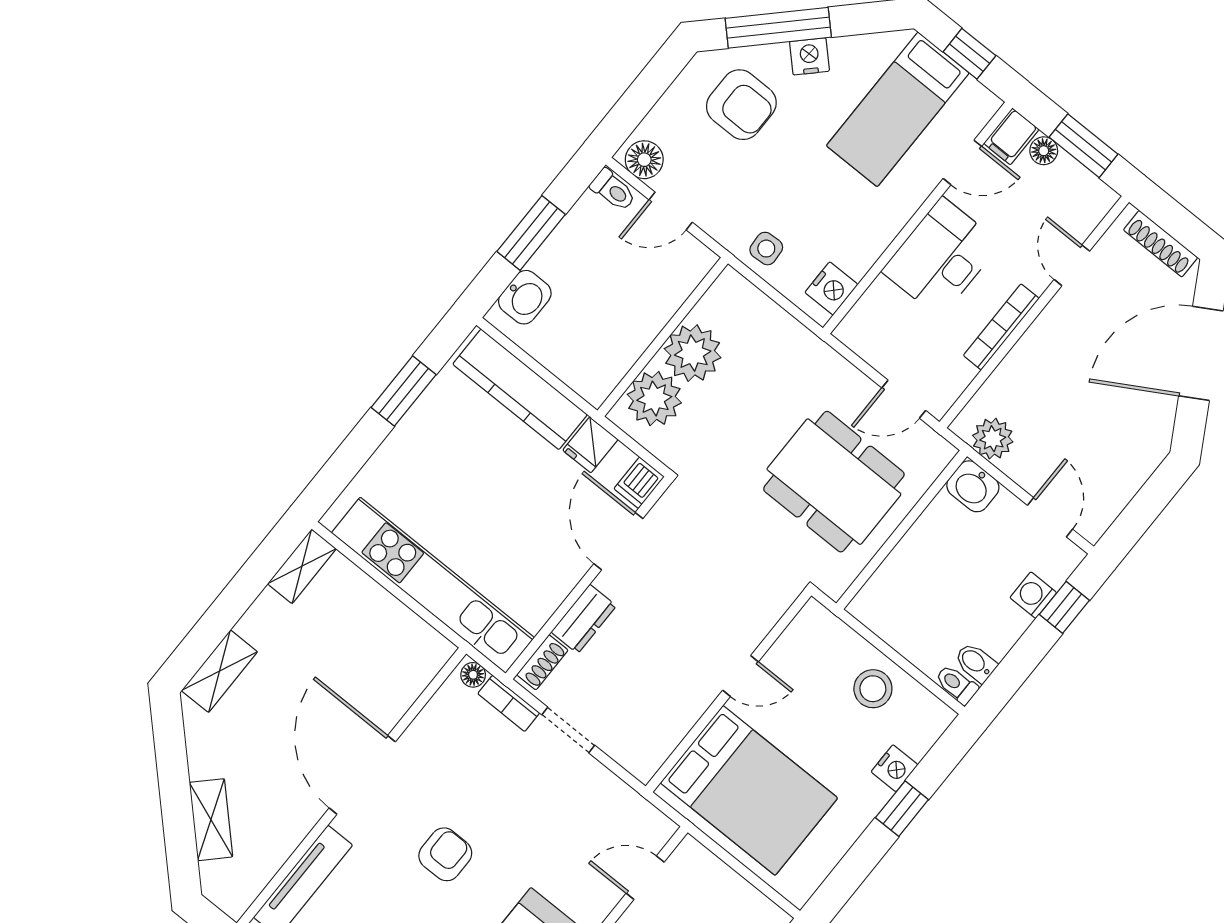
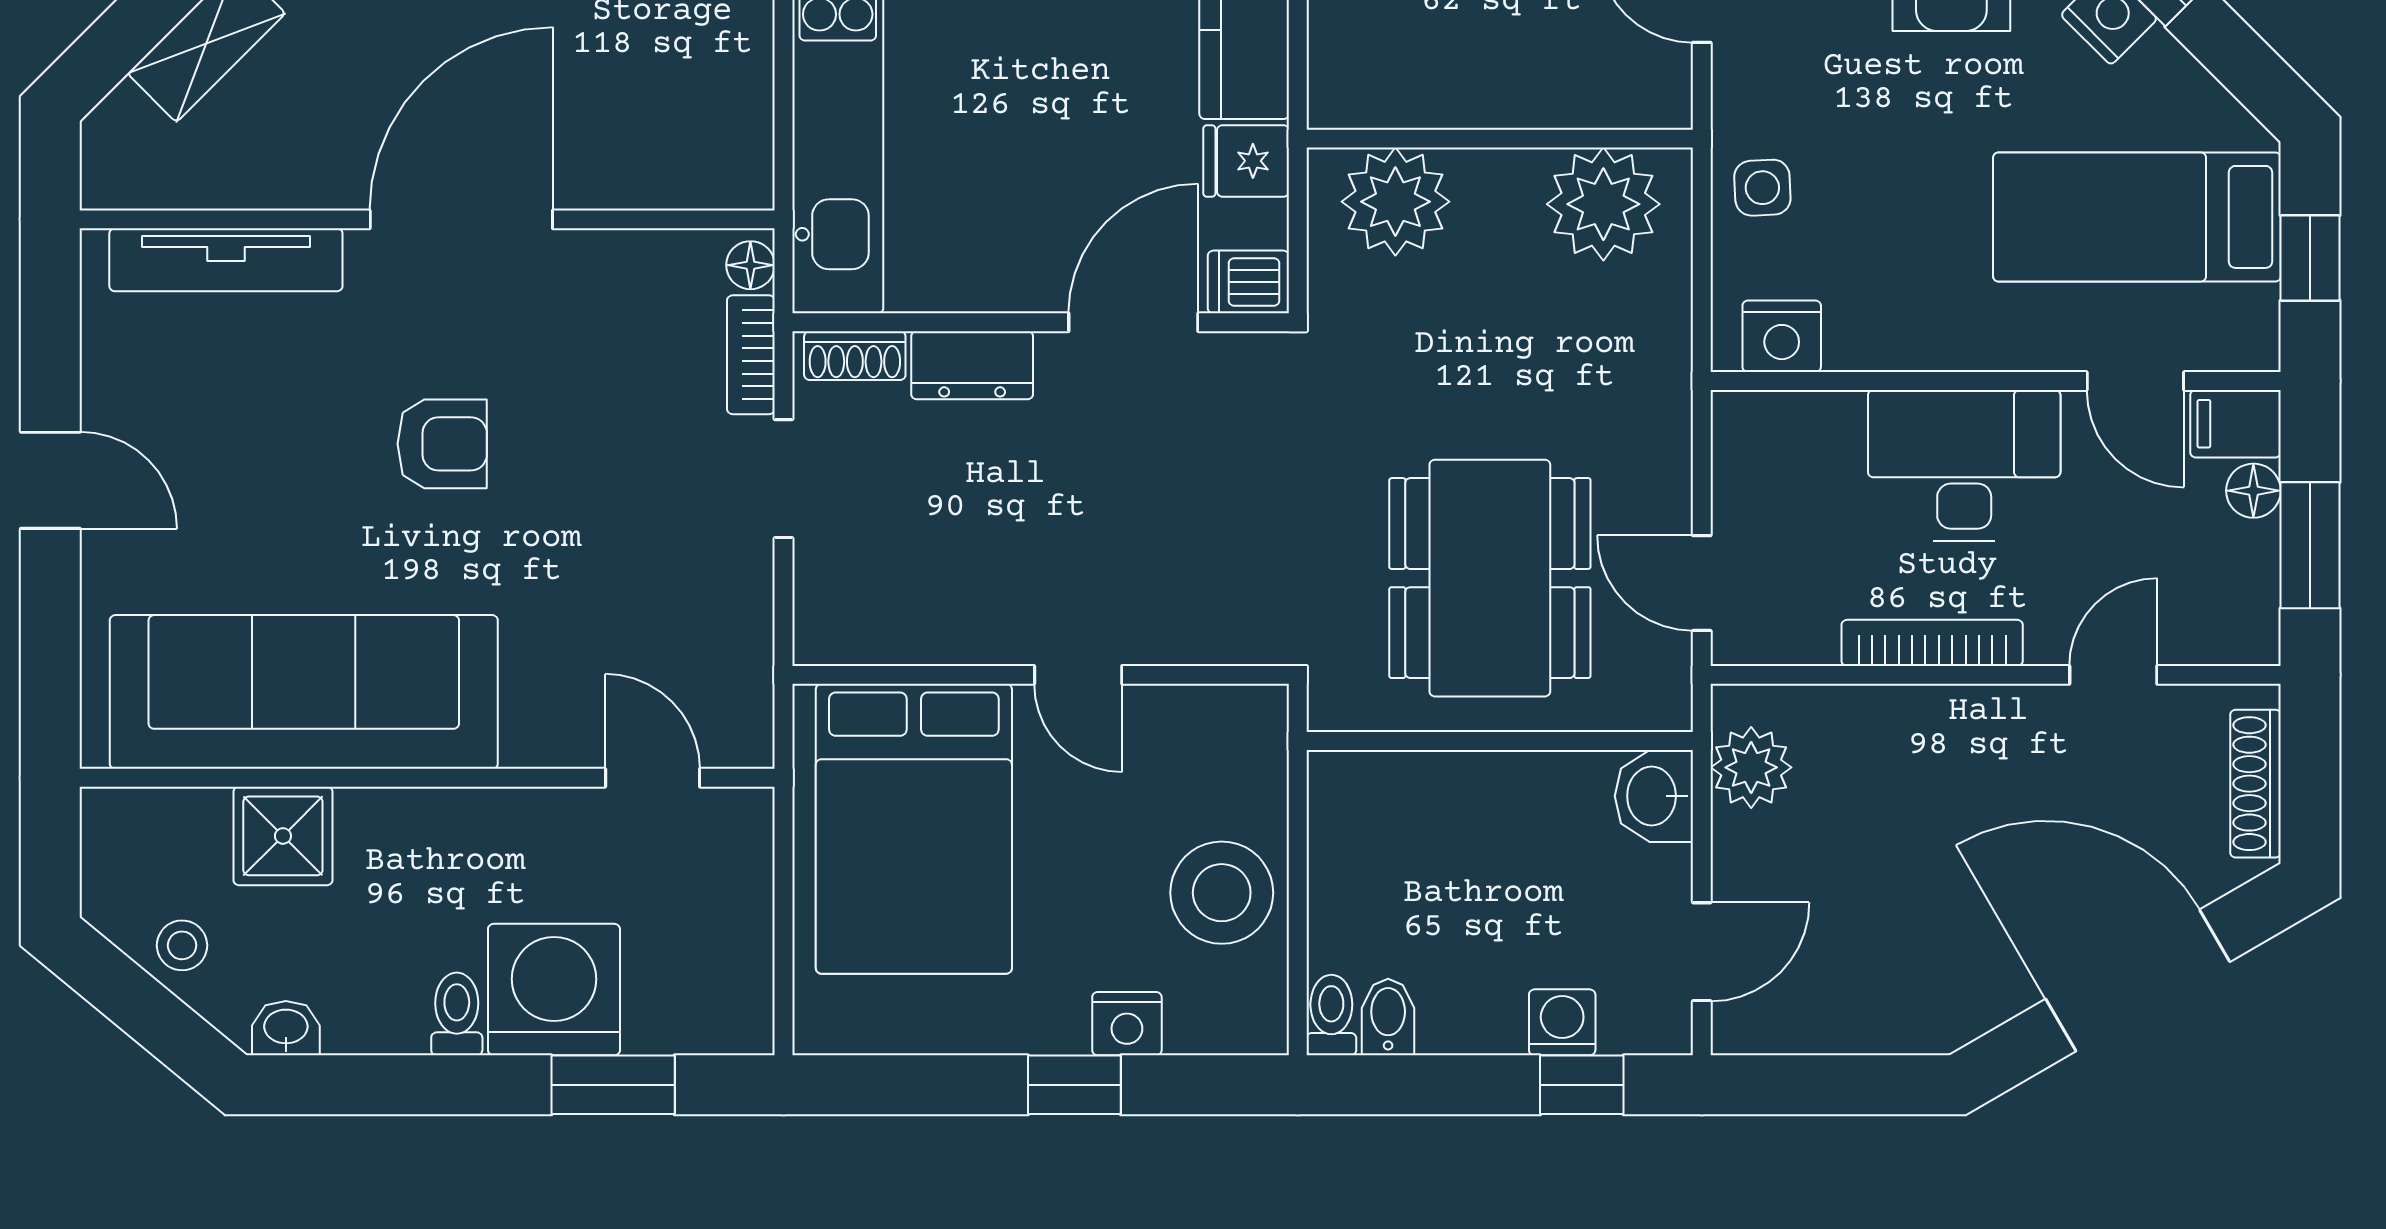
plant: (693, 353) -> (1603, 204), moved
stool: (873, 689) -> (1222, 893), width x1.38, depth x1.38

